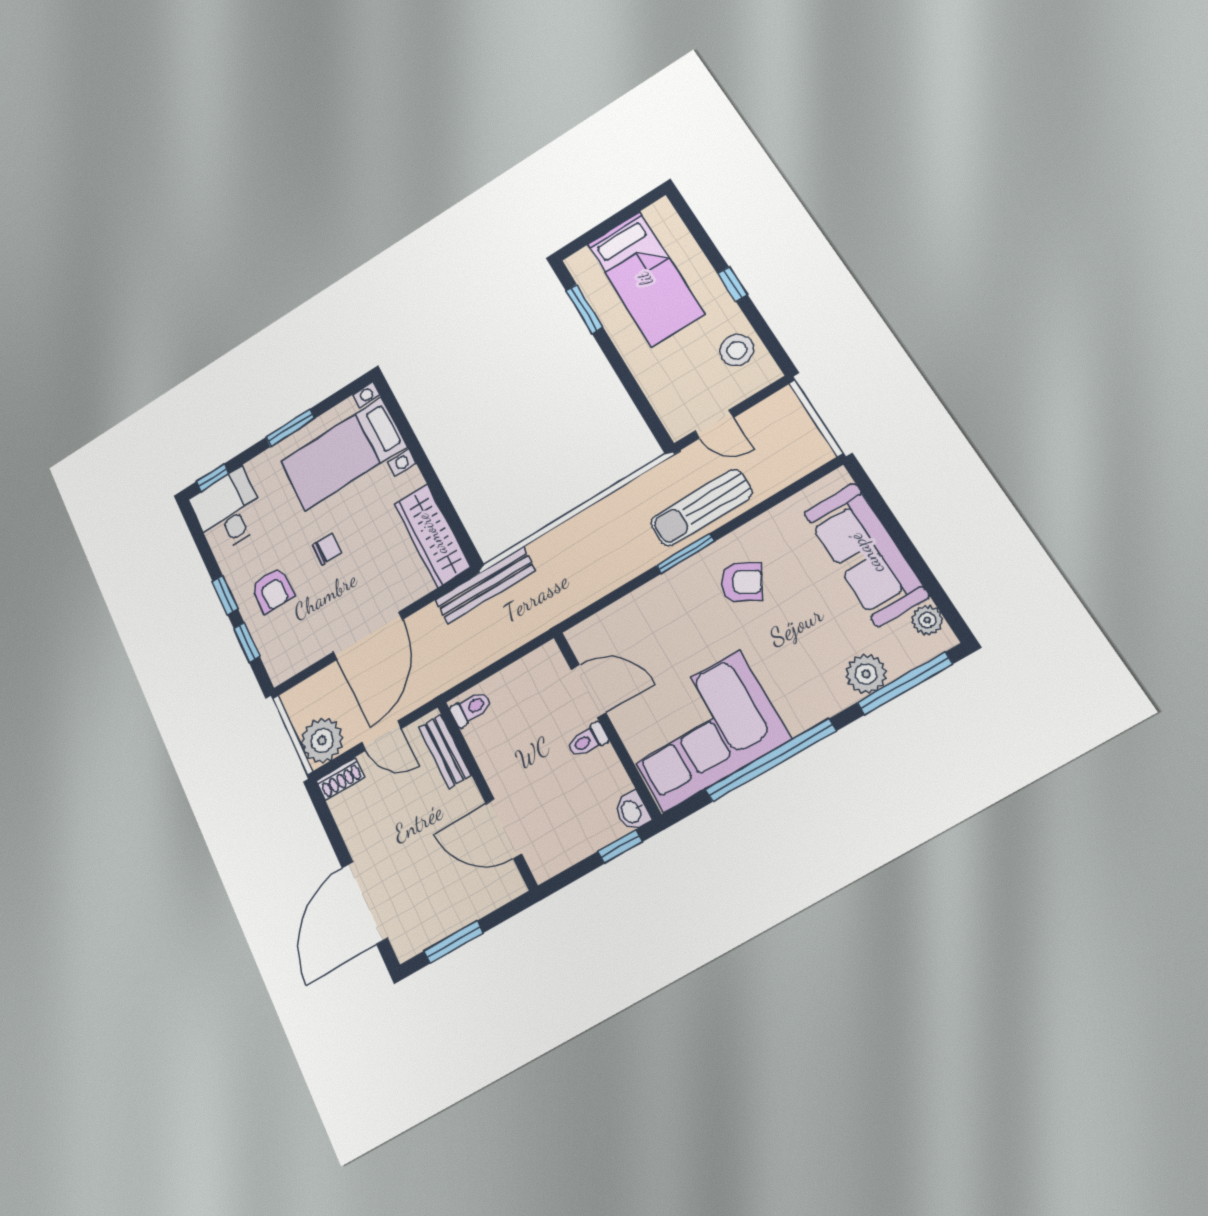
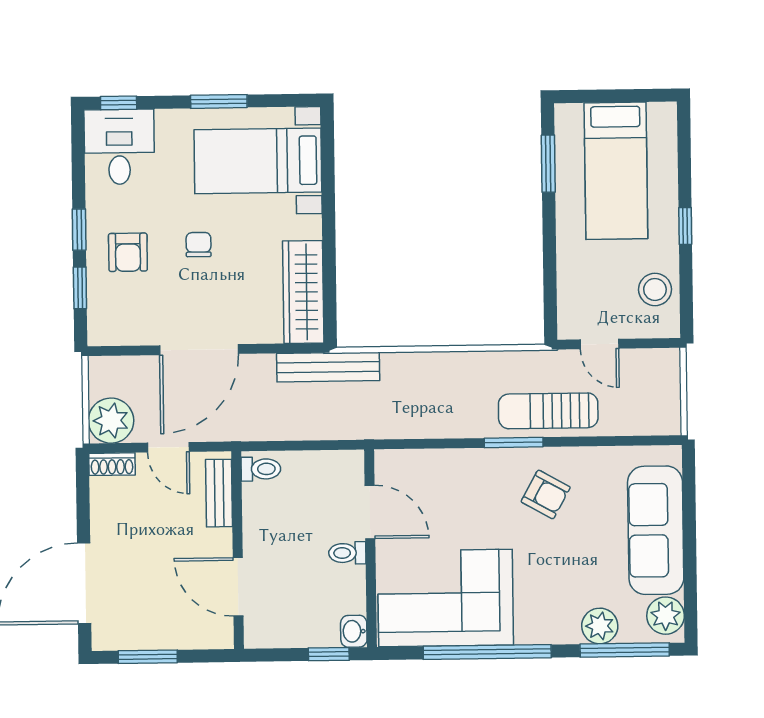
chair: (327, 549) -> (199, 245), turned -90
plant: (927, 620) -> (666, 616), width x1.38, depth x1.38

